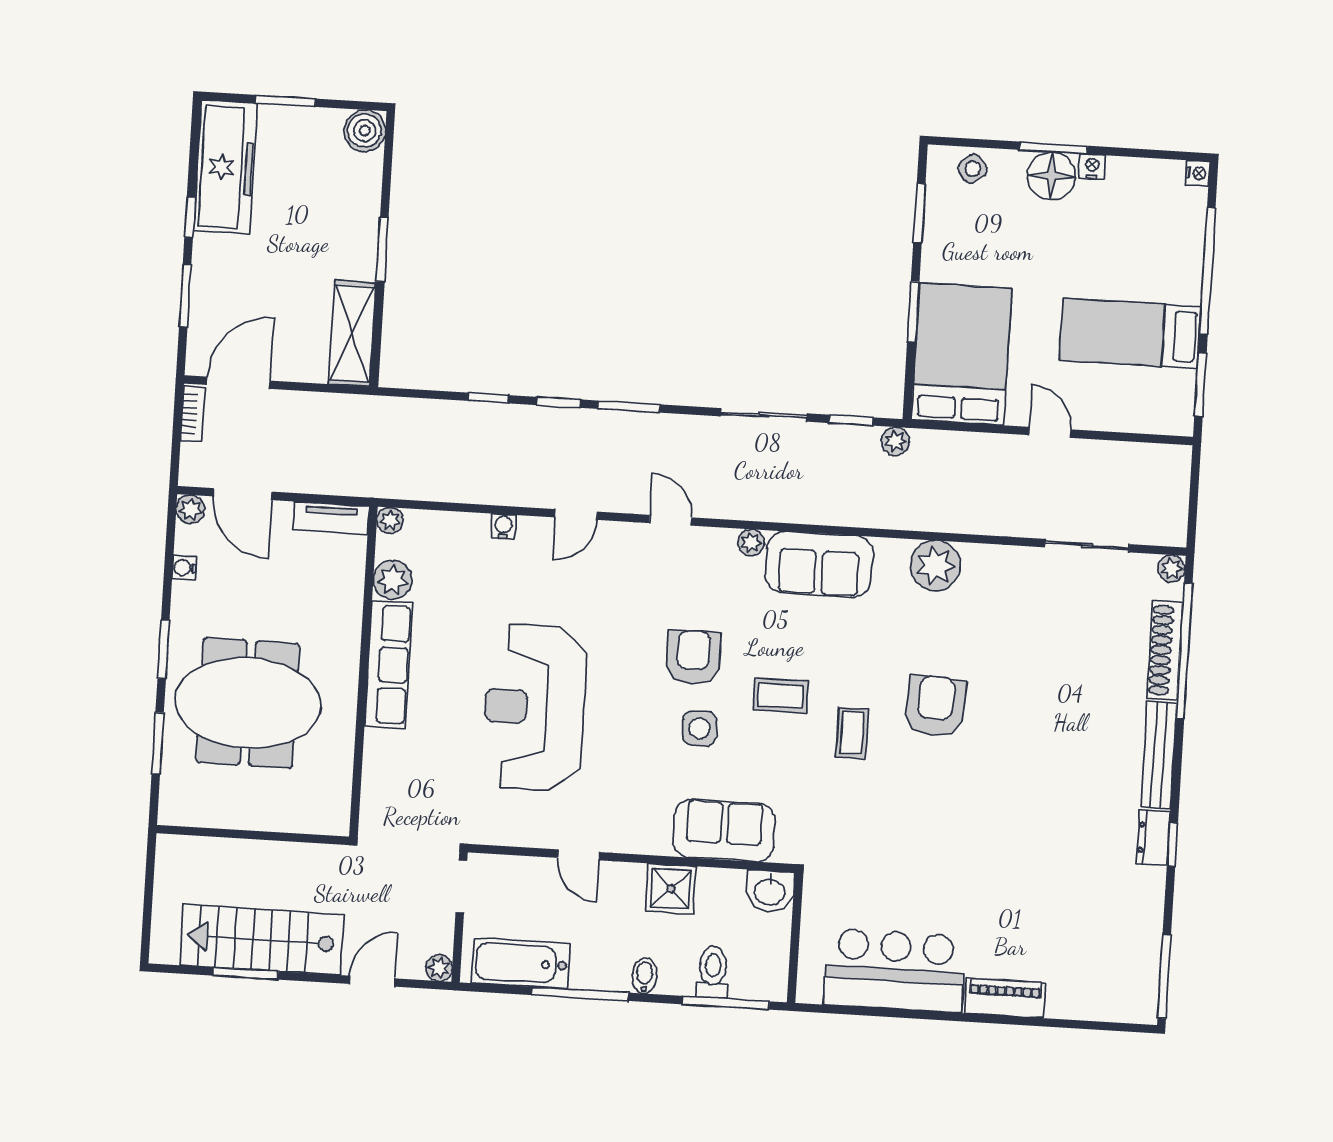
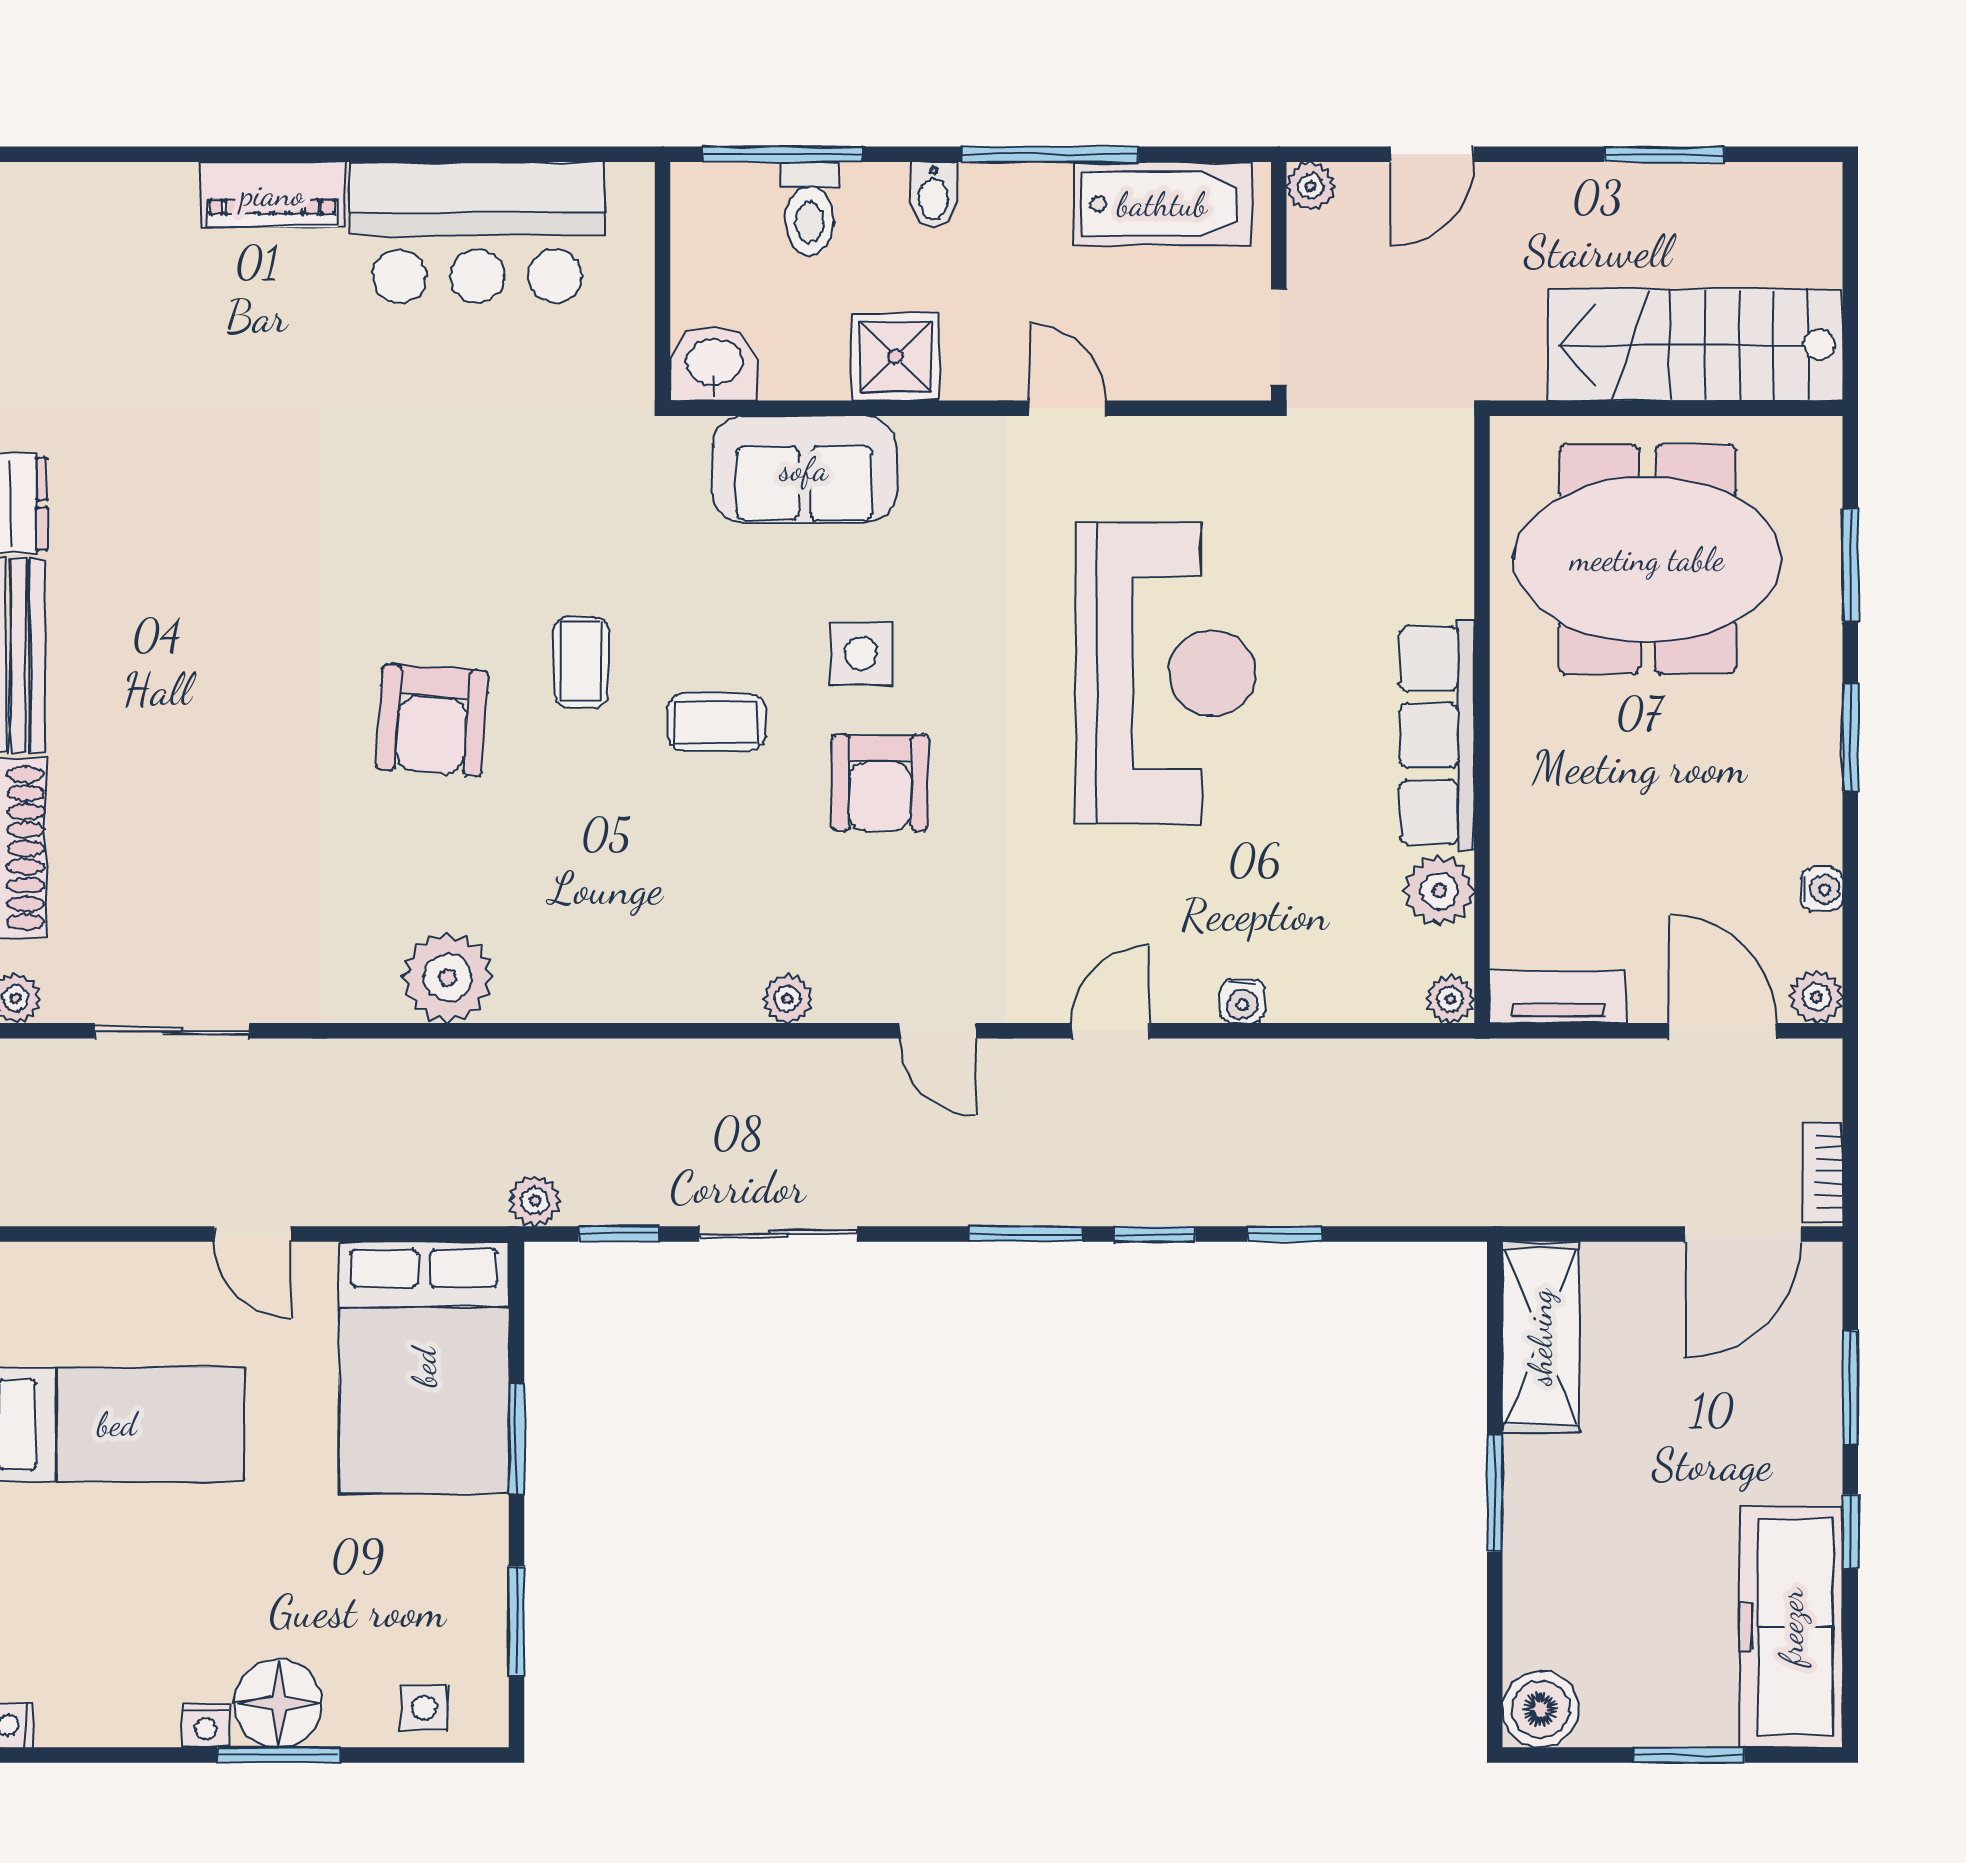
side table: (973, 169) -> (424, 1708), turned 38
sofa: (819, 564) -> (660, 967), removed
meeting table: (248, 703) -> (1647, 559), moved
stairs: (262, 940) -> (1695, 345), moved, turned 180

